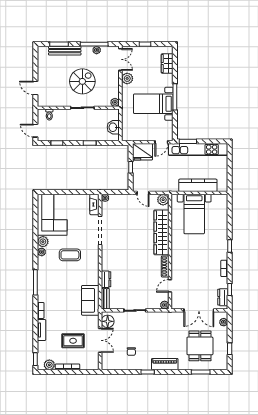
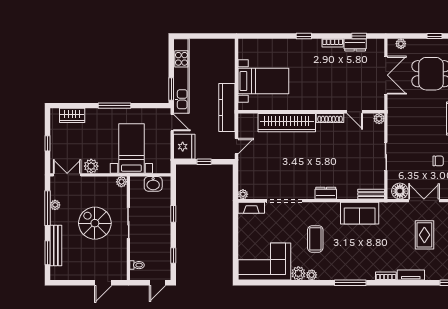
bed with nightstands: (153, 104) -> (131, 148), moved, turned 180
kitchen counter: (198, 185) -> (227, 108), moved
plant: (163, 200) -> (245, 120), removed
dresser: (106, 279) -> (326, 193), moved
dresser: (223, 297) -> (355, 45), moved
sofa: (90, 300) -> (360, 213), moved

